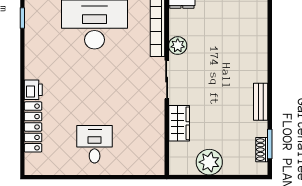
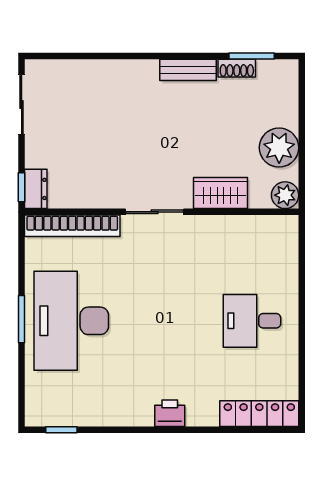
plant: (178, 46) -> (285, 195), moved
locker: (33, 127) -> (259, 414), moved
shoe rack: (262, 150) -> (237, 68), moved

